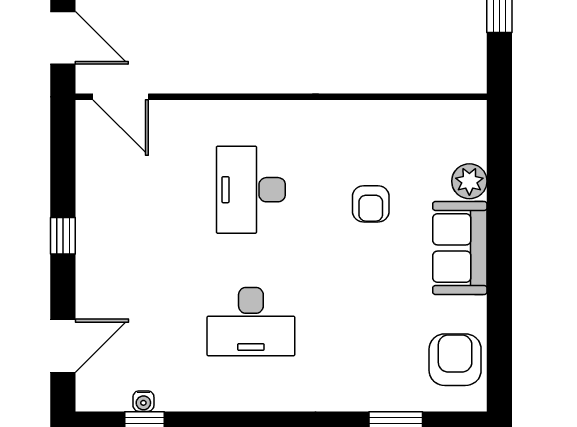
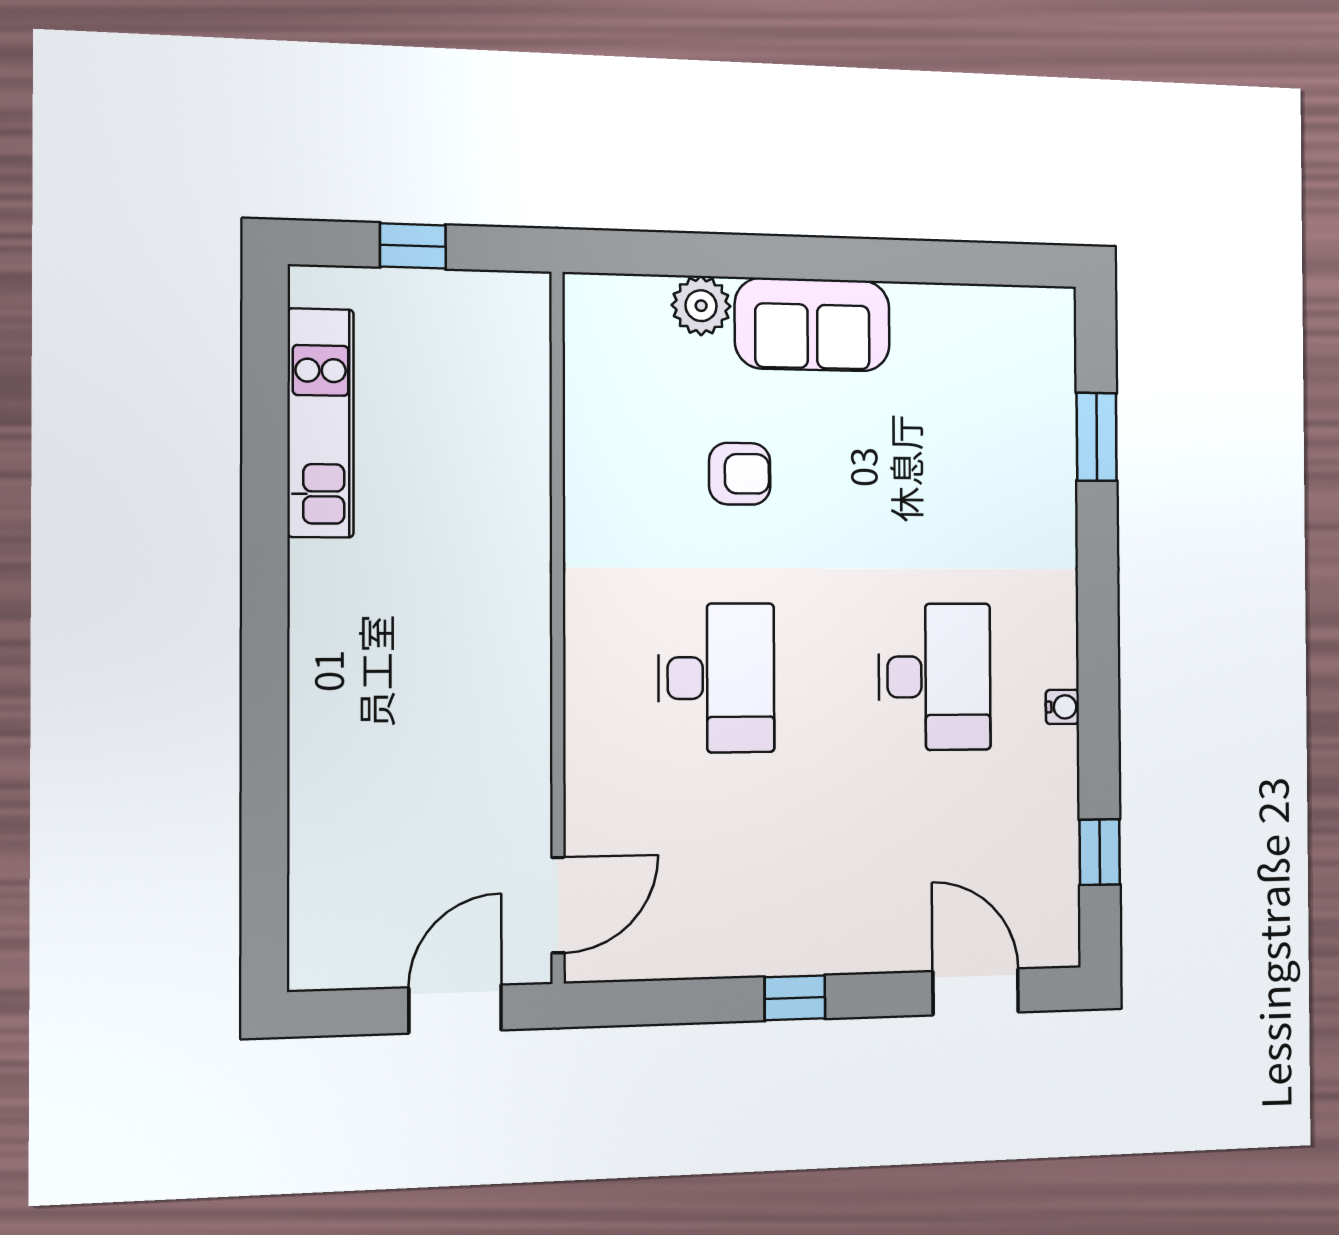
desk: (251, 190) -> (716, 678), turned -90
armchair: (455, 360) -> (994, 337), removed
water cooler: (143, 401) -> (1062, 707), moved

